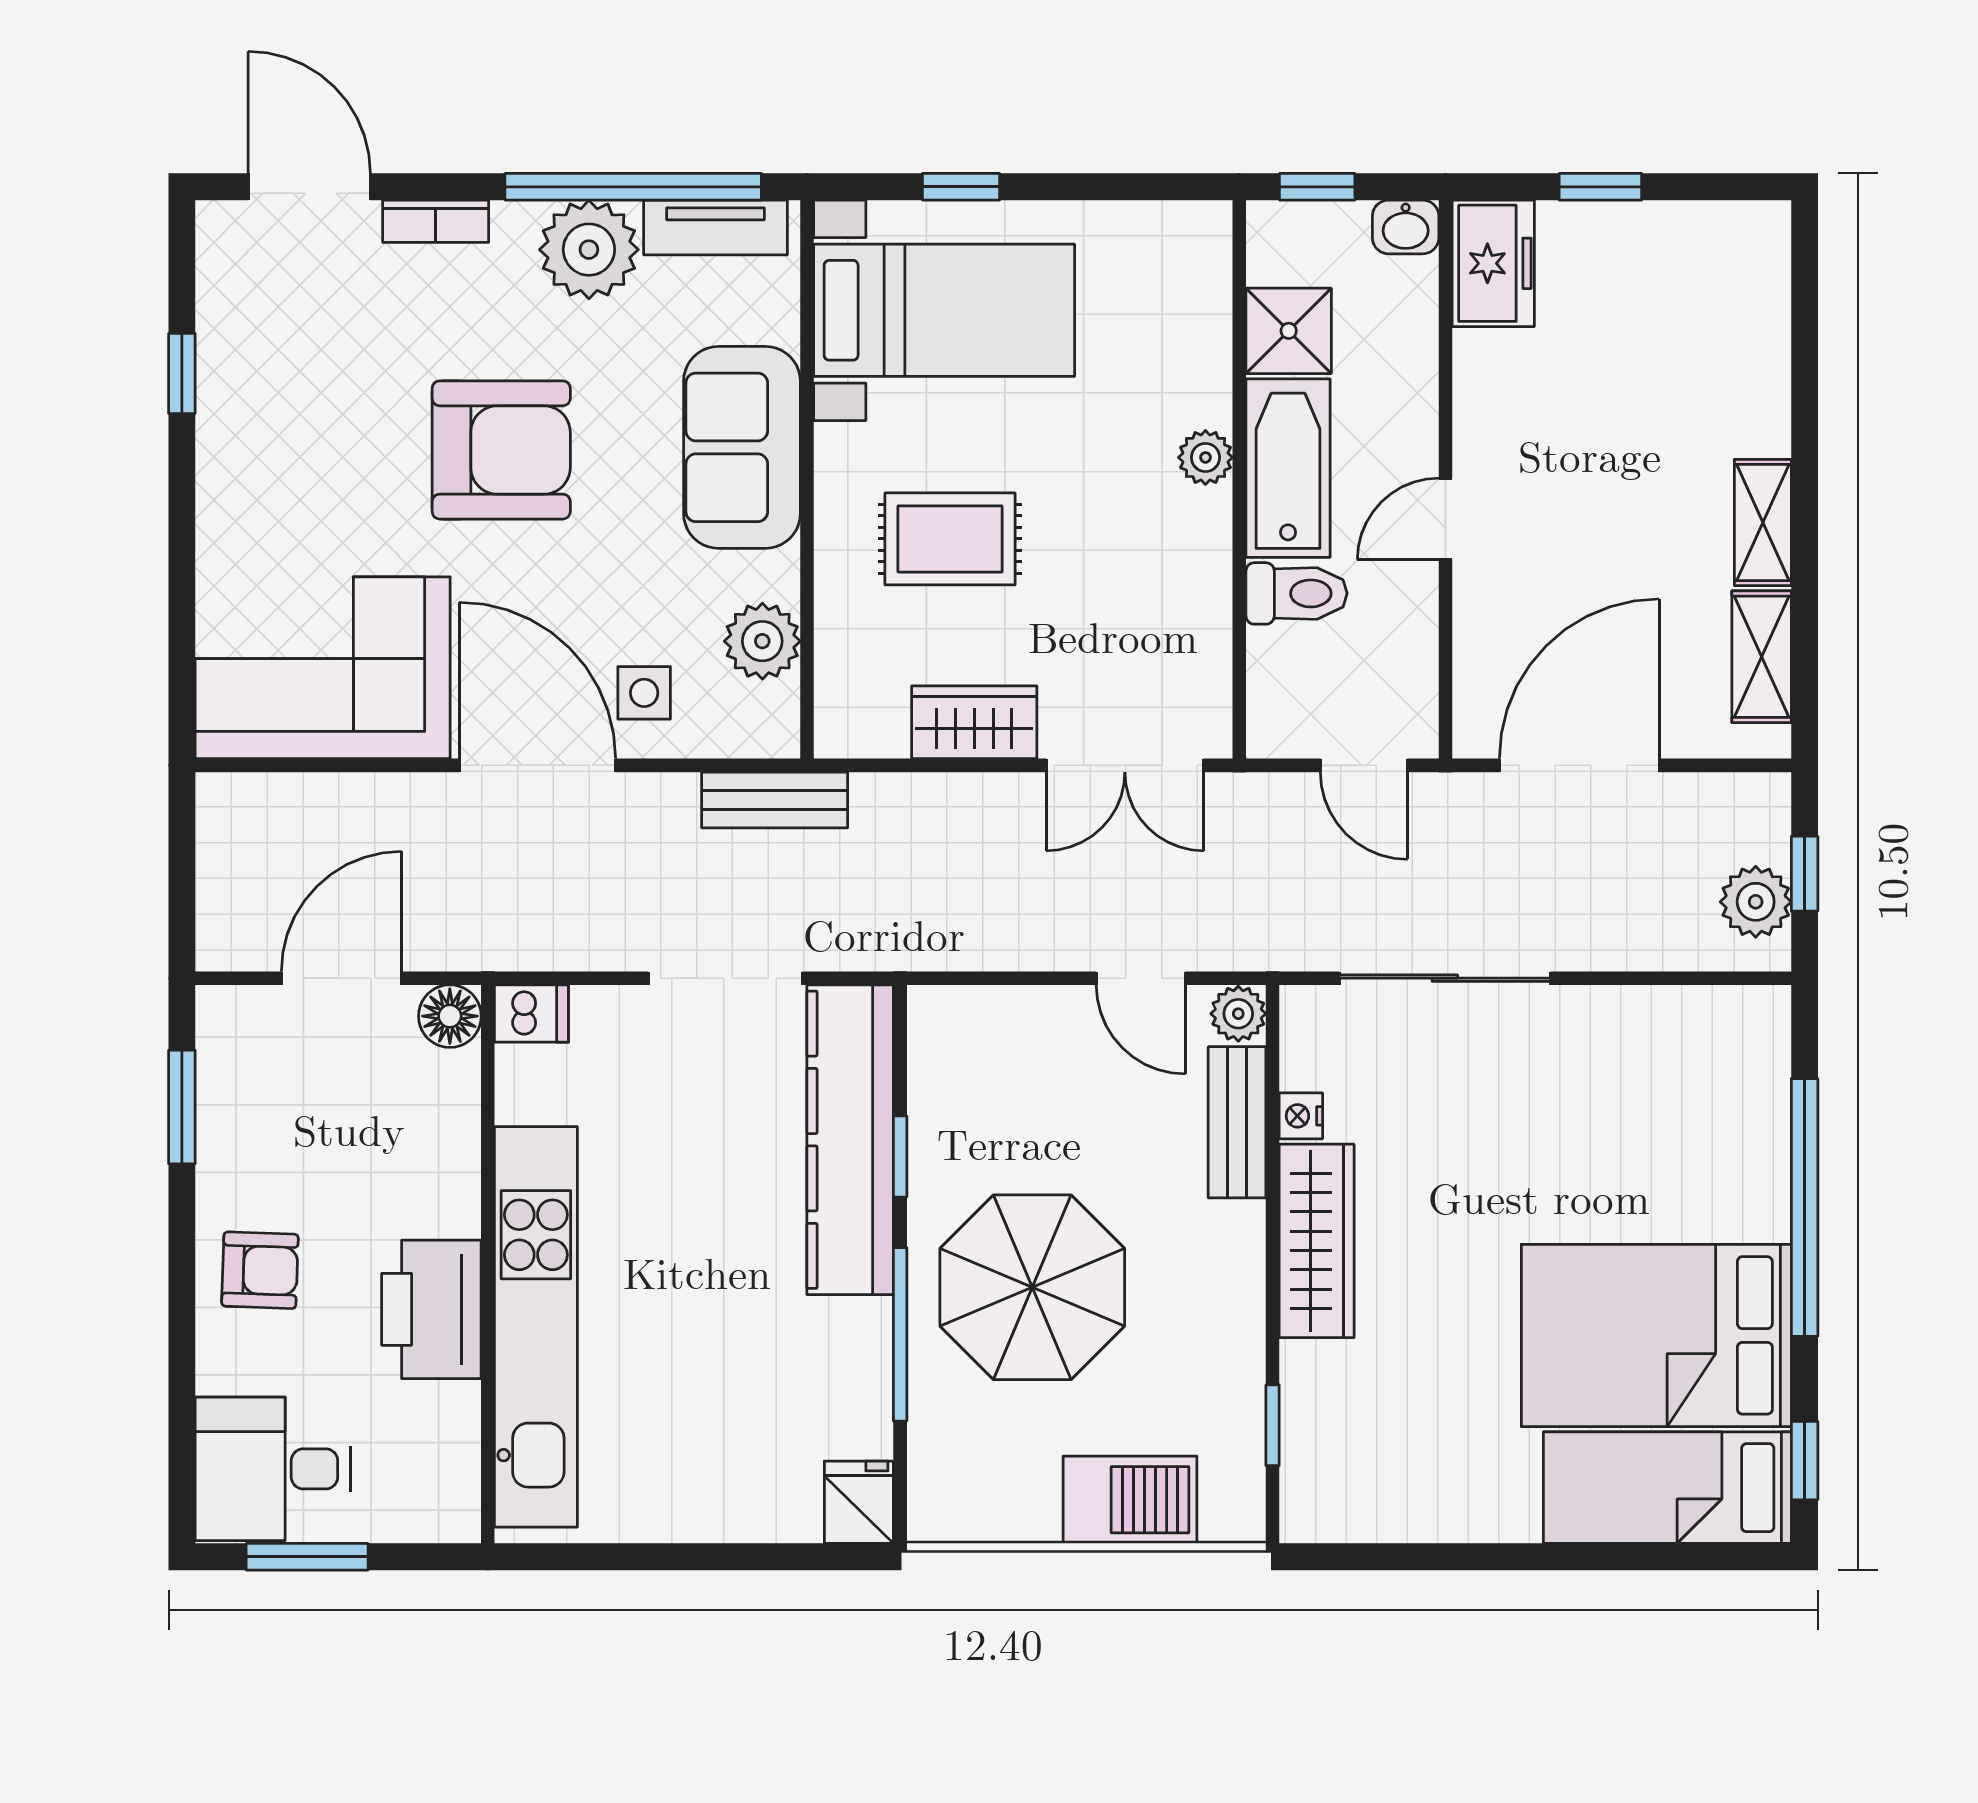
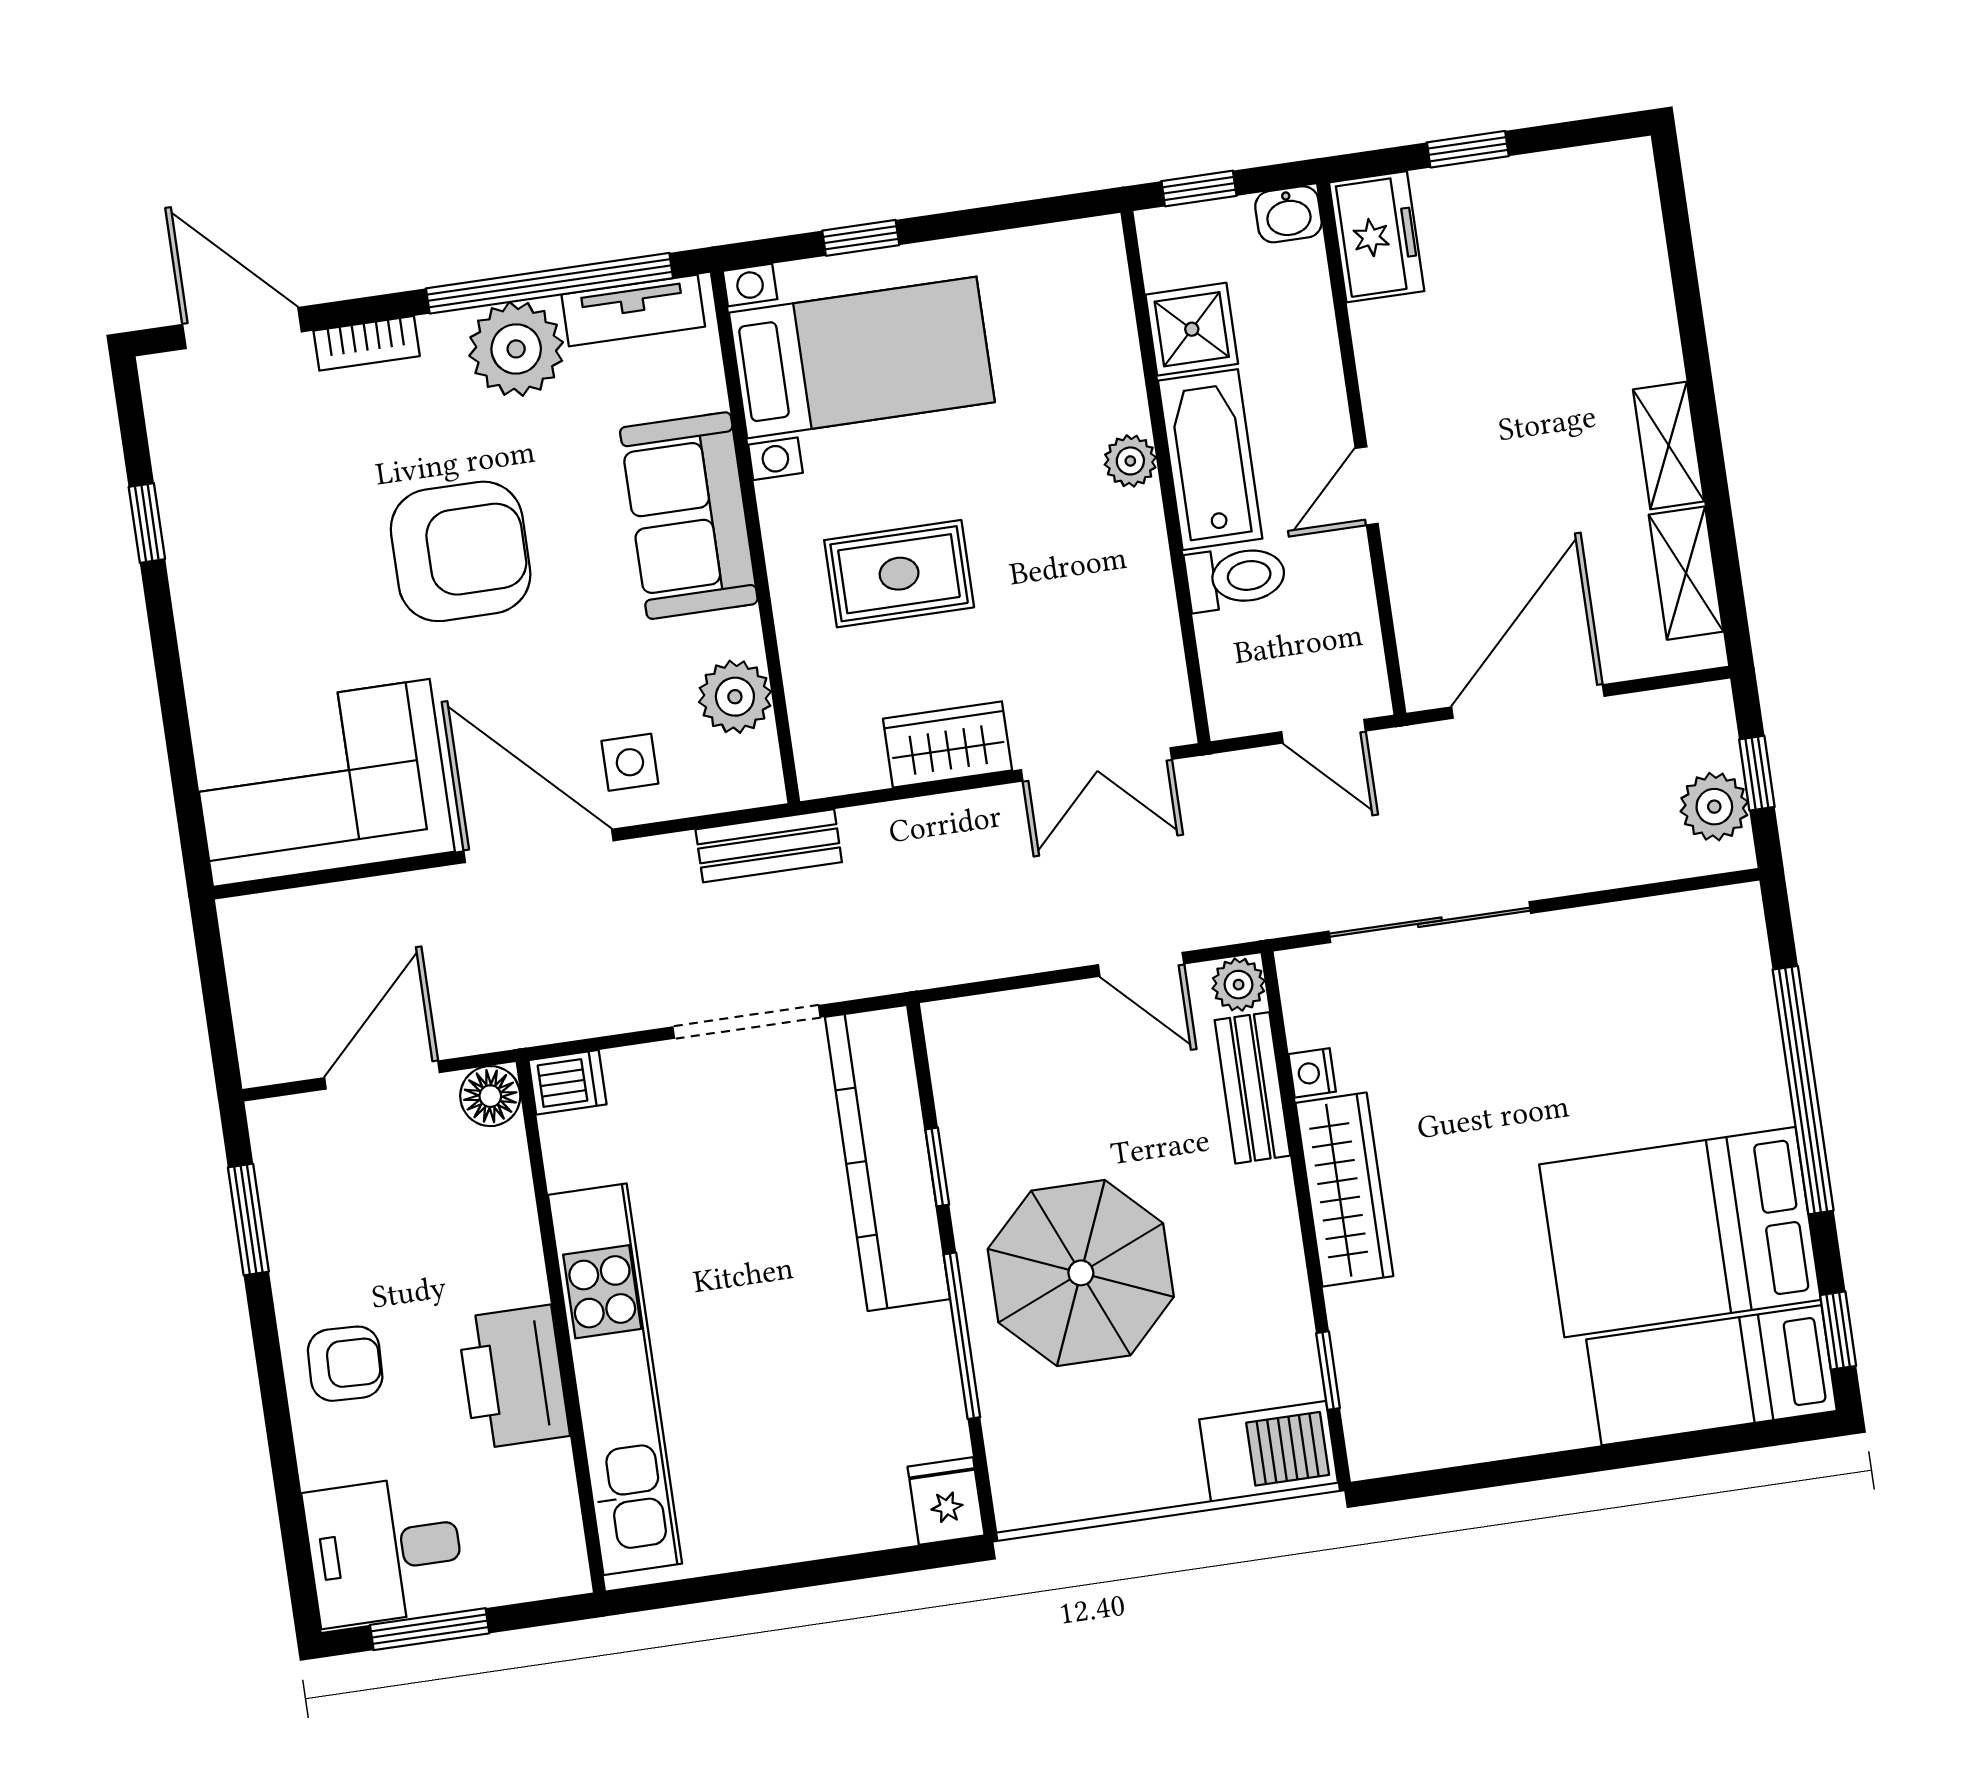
barbecue: (1130, 1500) -> (1269, 1452), moved

